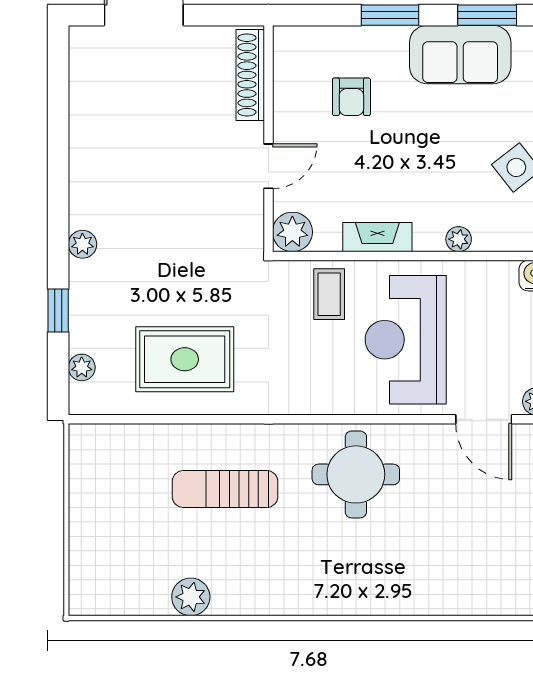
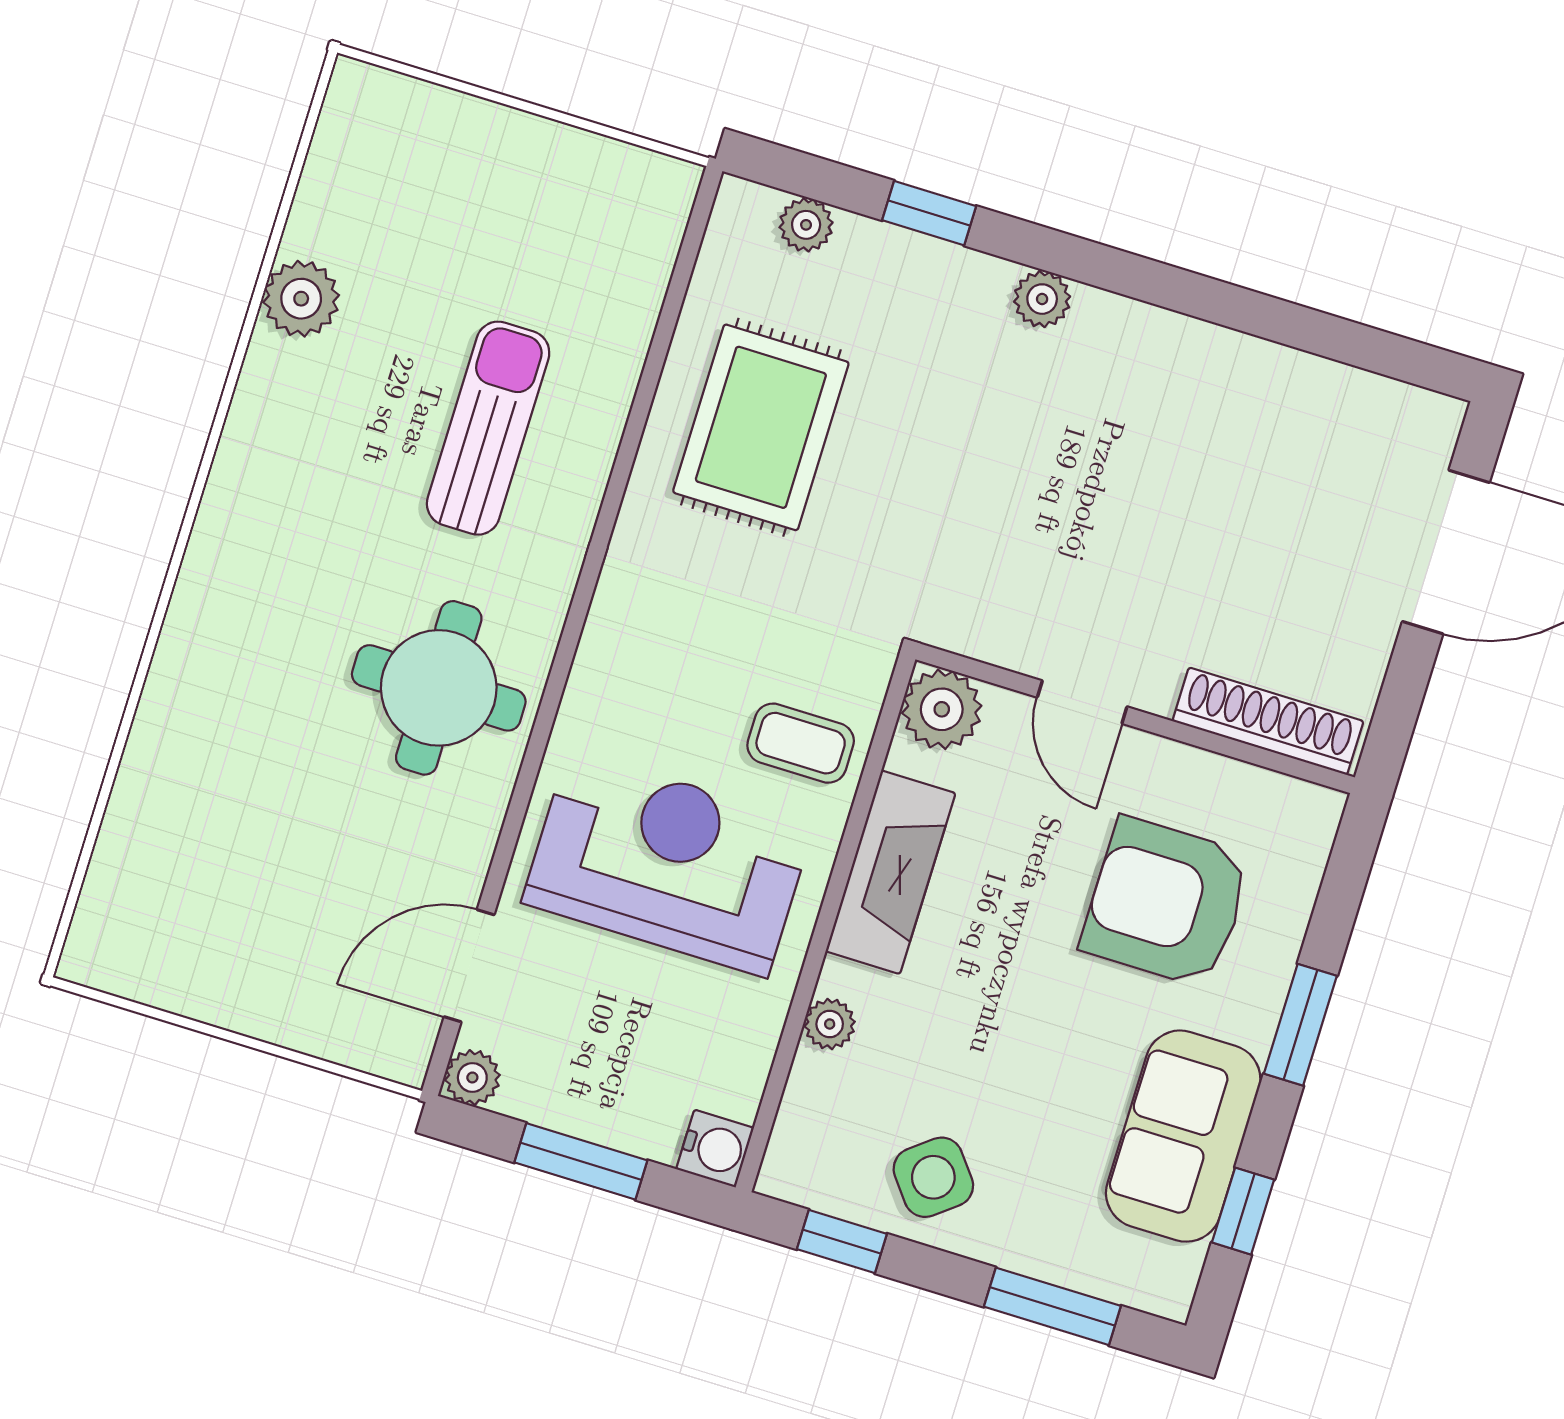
window: (487, 15) -> (1243, 1211), width x0.67
armchair: (351, 97) -> (1166, 902), width x1.88, depth x1.88
fireplace: (377, 237) -> (891, 872), width x1.37, depth x1.32

